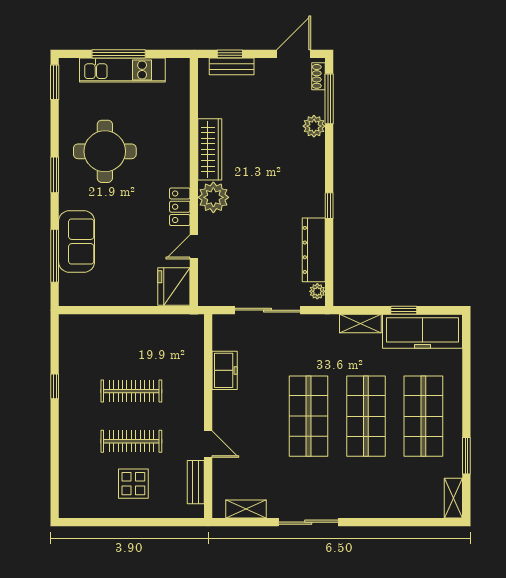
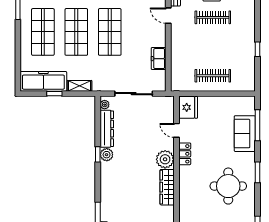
plant: (314, 126) -> (107, 155), moved
door: (194, 247) -> (176, 130), swing flipped
clothes rail: (131, 391) -> (213, 76), moved

